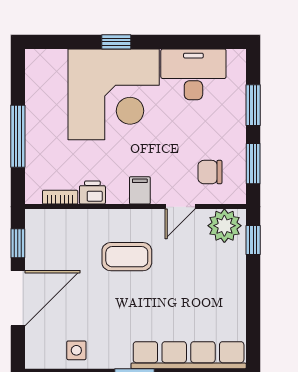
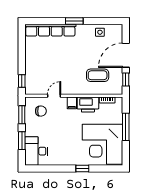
desk: (193, 74) -> (36, 151), moved, turned 90
corner desk: (114, 94) -> (103, 144), moved, turned -90
printer: (92, 193) -> (88, 104), width x1.87, depth x1.48
plant: (224, 226) -> (34, 87), removed
coffee table: (127, 257) -> (98, 75), moved

